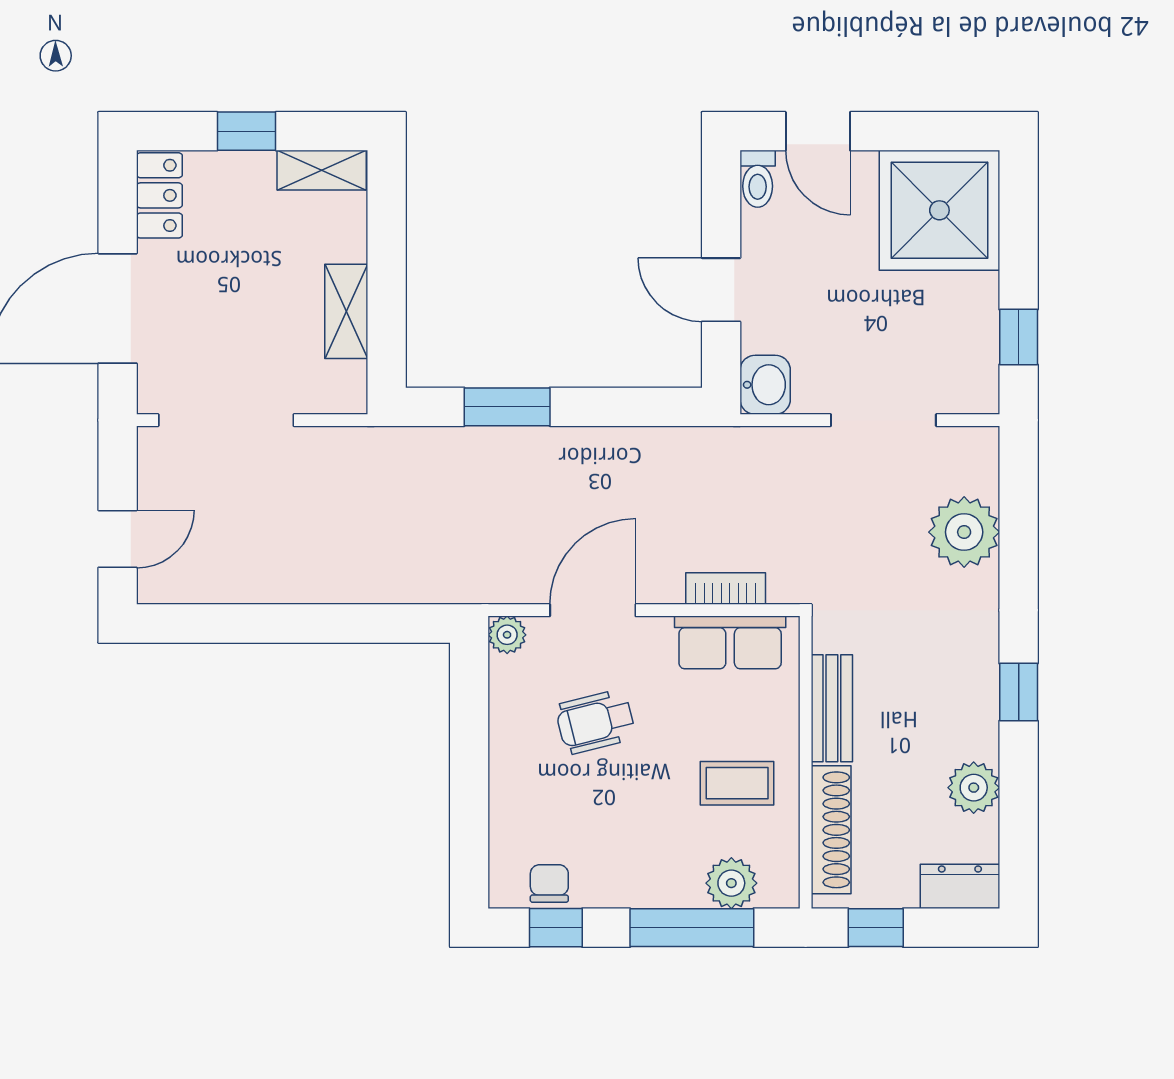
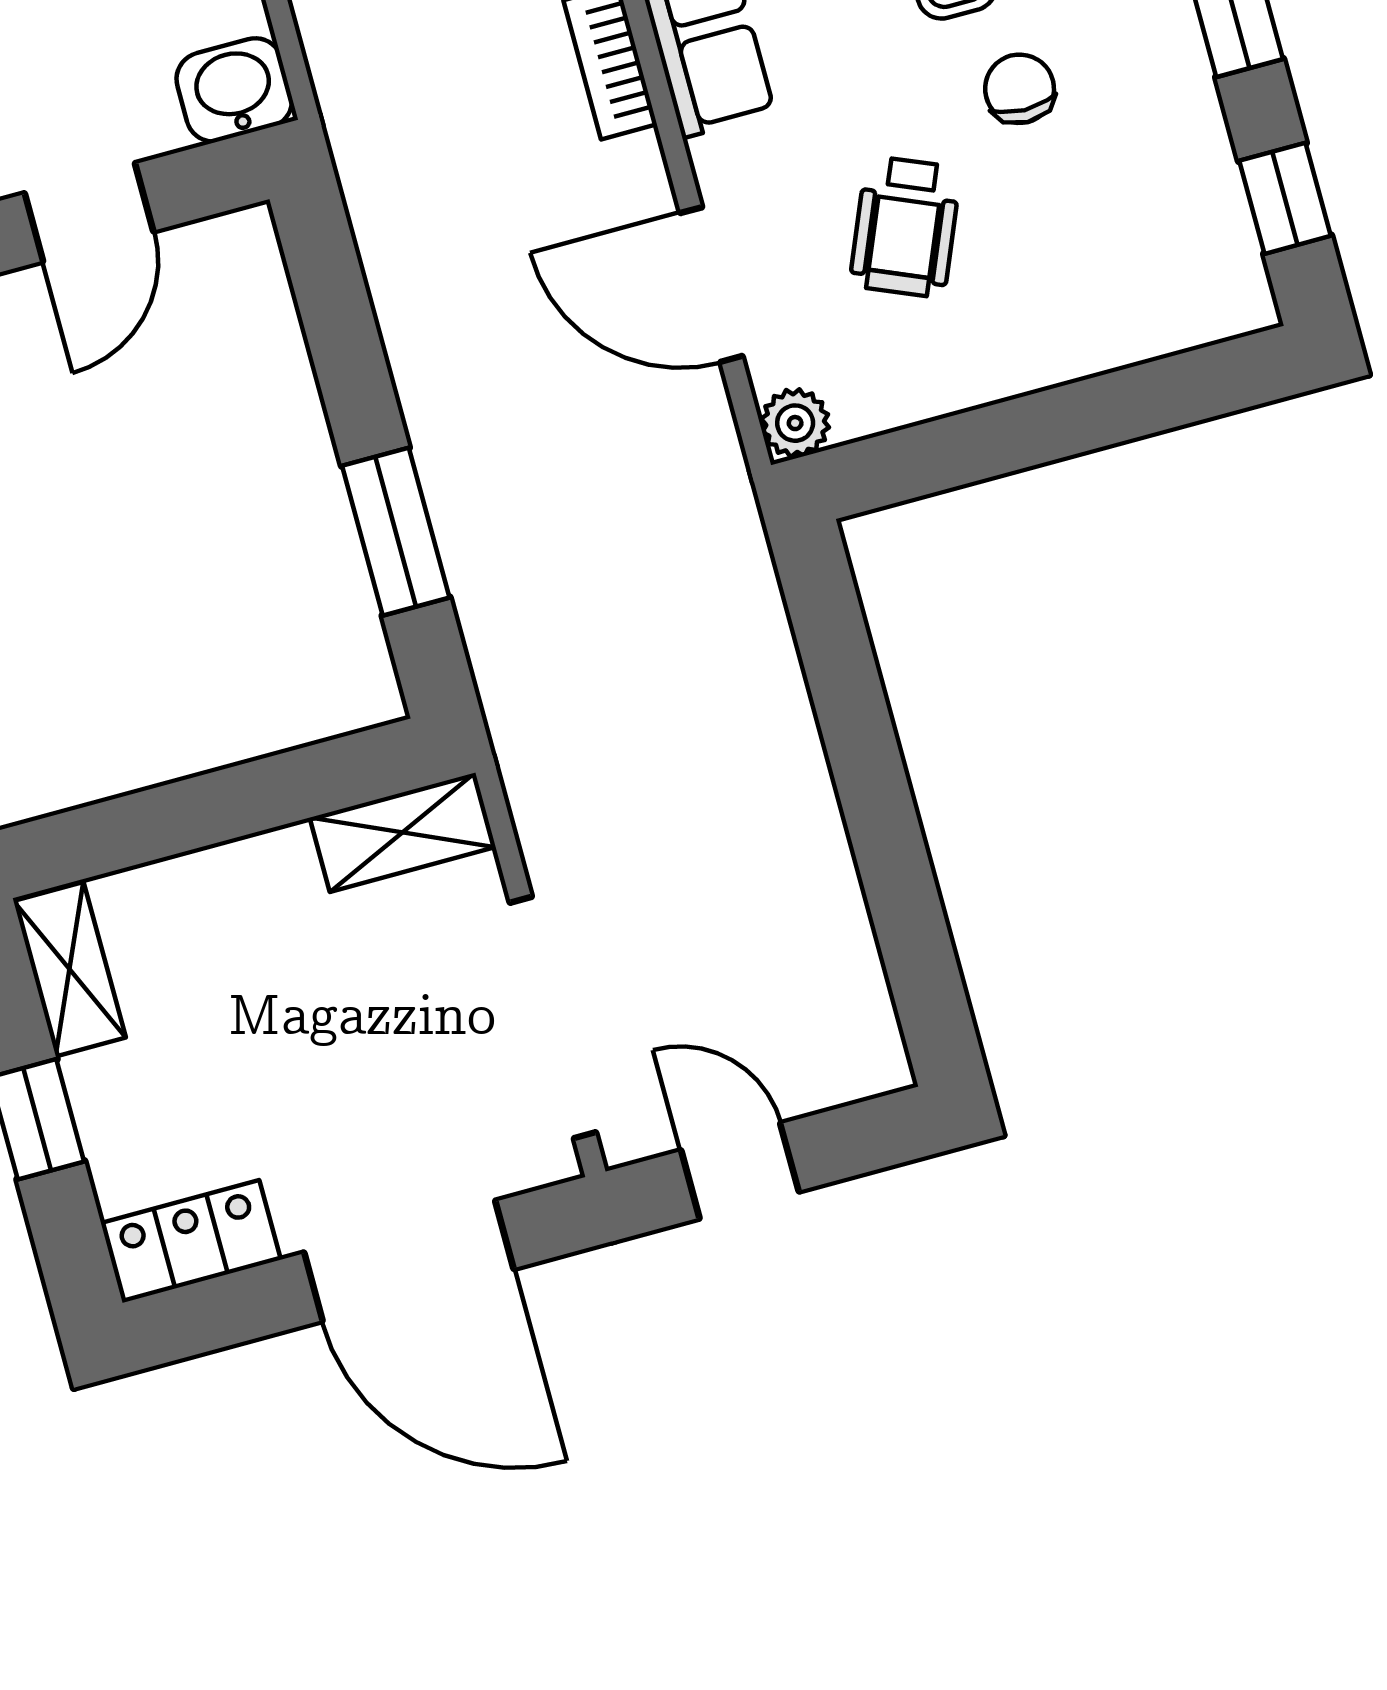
shelving: (346, 311) -> (403, 832), moved
door: (118, 539) -> (740, 1171), moved
wheelchair: (595, 722) -> (905, 227), turned 37
chair: (549, 884) -> (1020, 89), moved, turned 91

